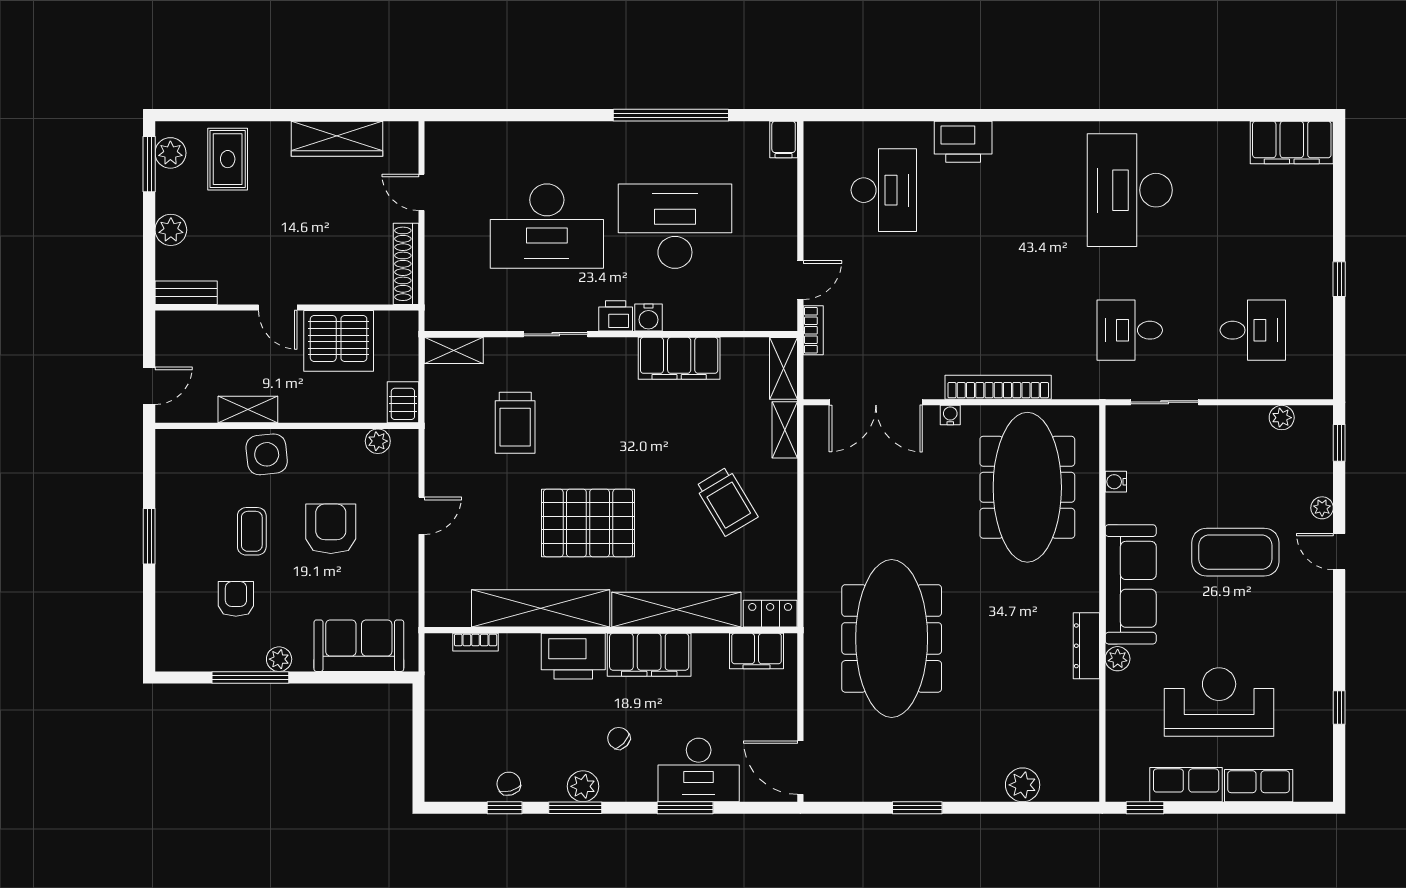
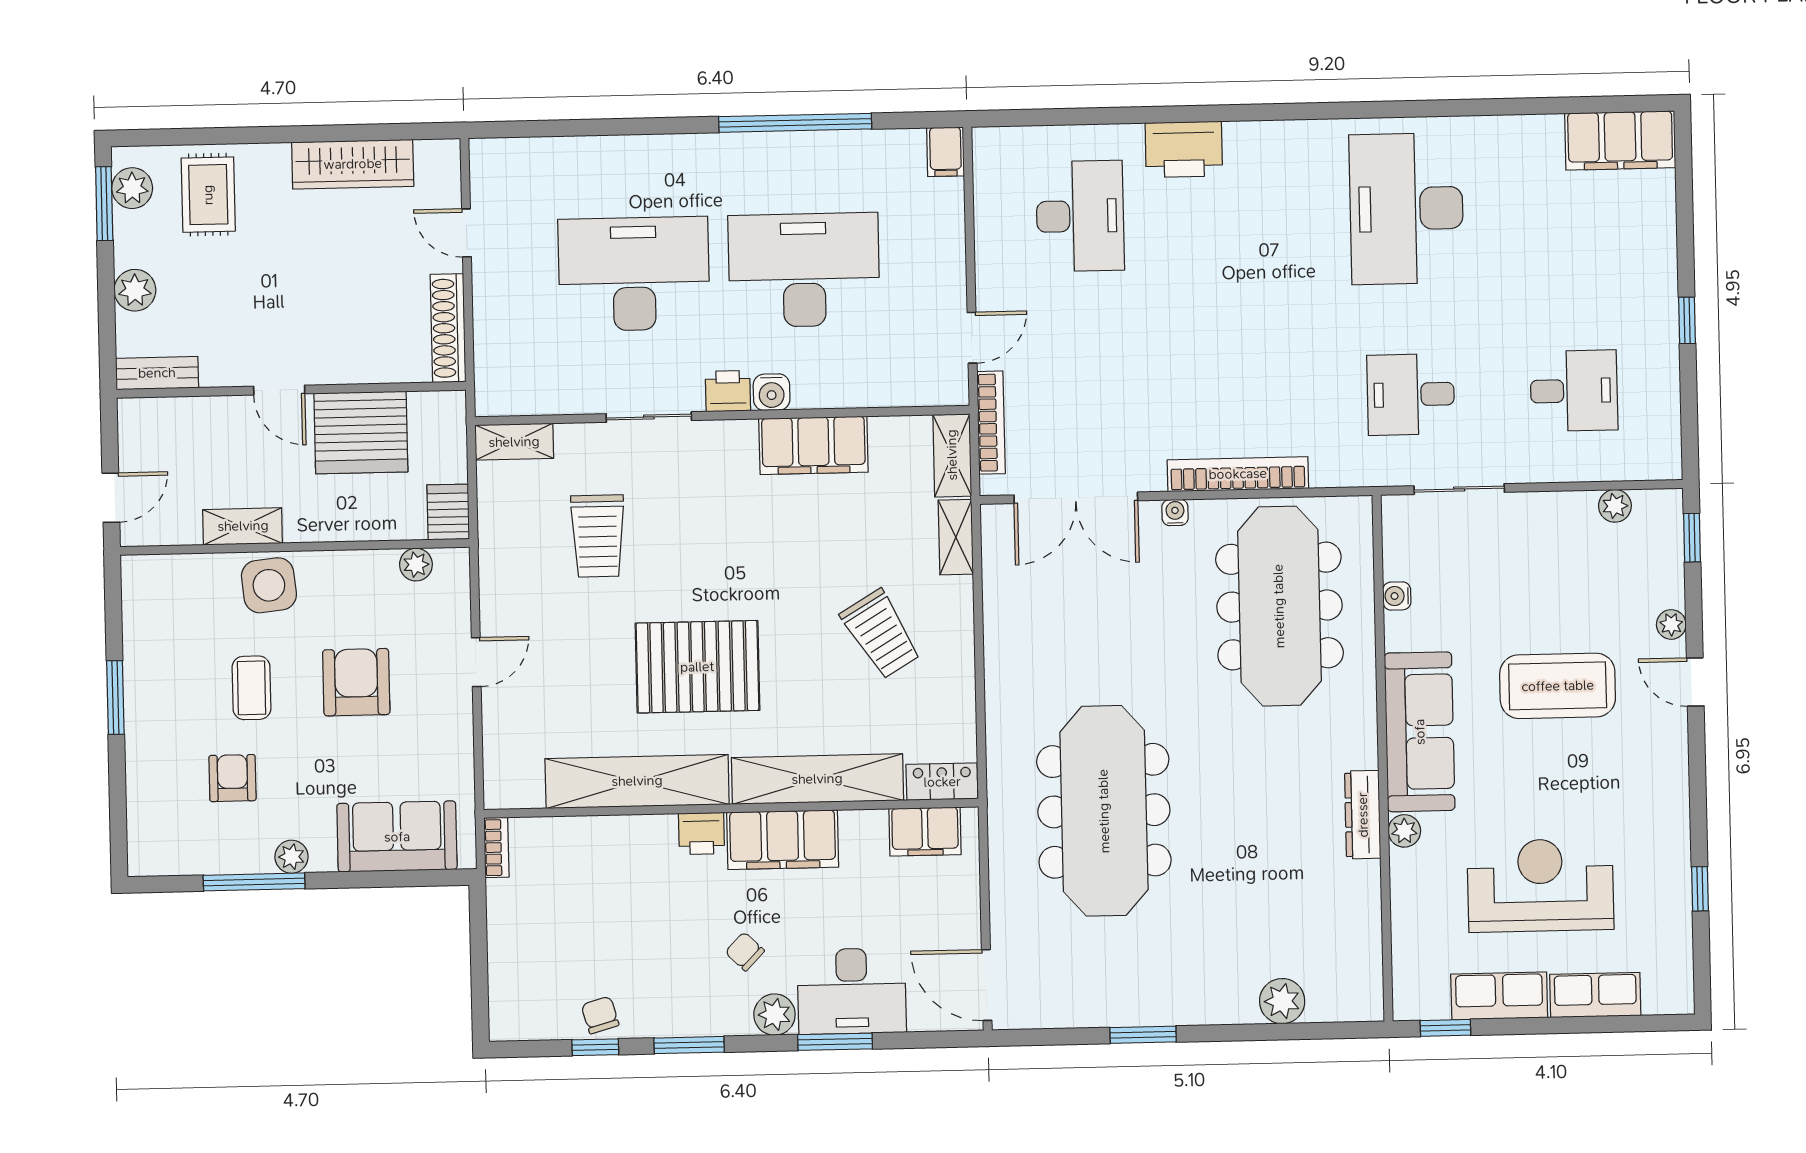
desk: (547, 226) -> (634, 274), turned 180
bookcase: (813, 330) -> (991, 423), width x1.56
bookcase: (476, 642) -> (496, 847), moved, turned -90
printer: (573, 656) -> (701, 833), width x0.53, depth x0.68
plant: (583, 786) -> (774, 1015), moved

